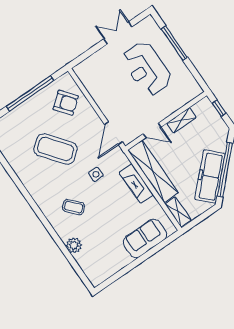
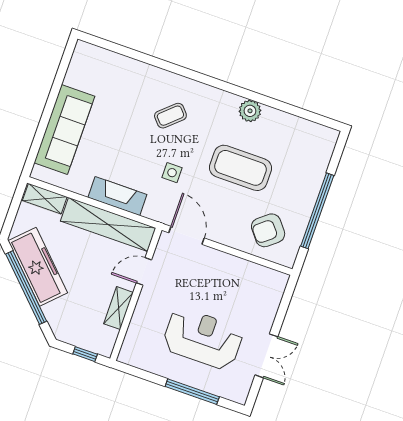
coffee table: (56, 149) -> (240, 168), turned 38
sofa: (145, 238) -> (64, 129), width x1.36
plant: (74, 245) -> (250, 111), moved

